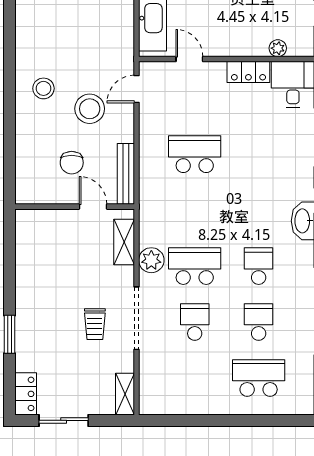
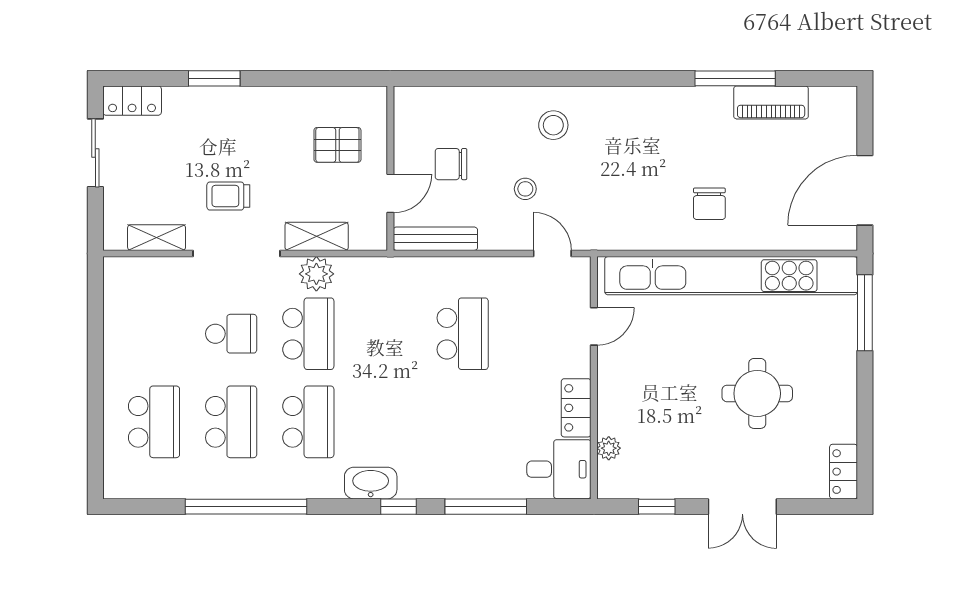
stool: (90, 109) -> (525, 189), width x0.53, depth x0.53
shelving: (124, 242) -> (317, 236), moved
pallet: (58, 245) -> (337, 145), added
school desk: (259, 266) -> (308, 422), width x1.85
school desk: (259, 322) -> (231, 422), width x1.85
shelving: (125, 394) -> (157, 238), moved

